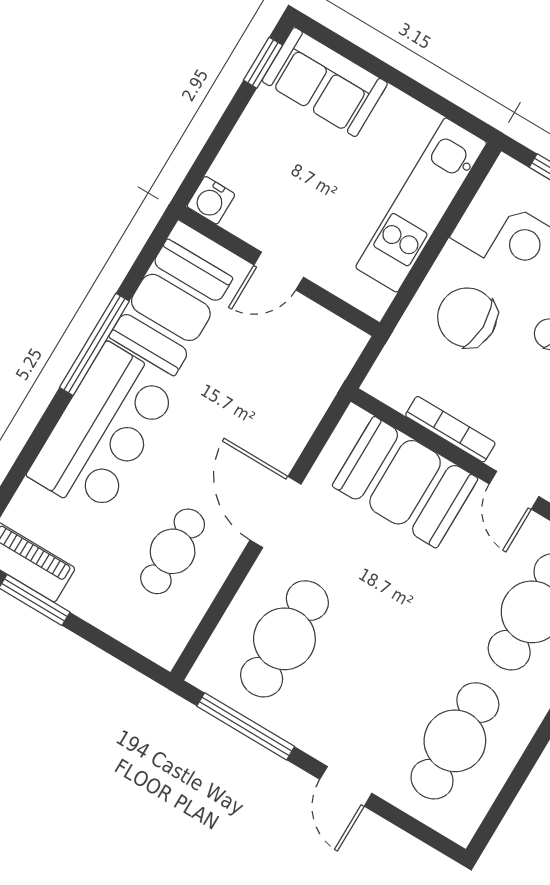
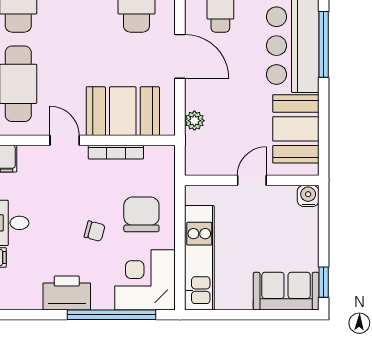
chair: (467, 317) -> (141, 214), turned -90
window: (94, 344) -> (324, 44), moved
plant: (310, 407) -> (194, 121), added

